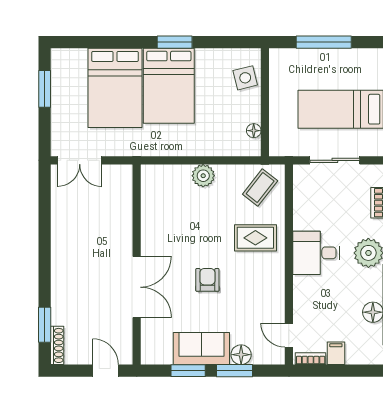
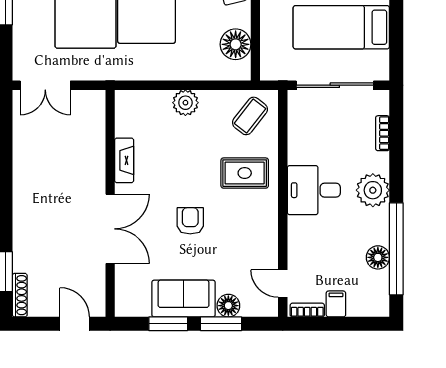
floor lamp: (254, 131) -> (236, 44), width x1.89, depth x1.89
sliding door: (335, 160) -> (335, 85), width x1.37
fireplace: (149, 227) -> (124, 160), added

